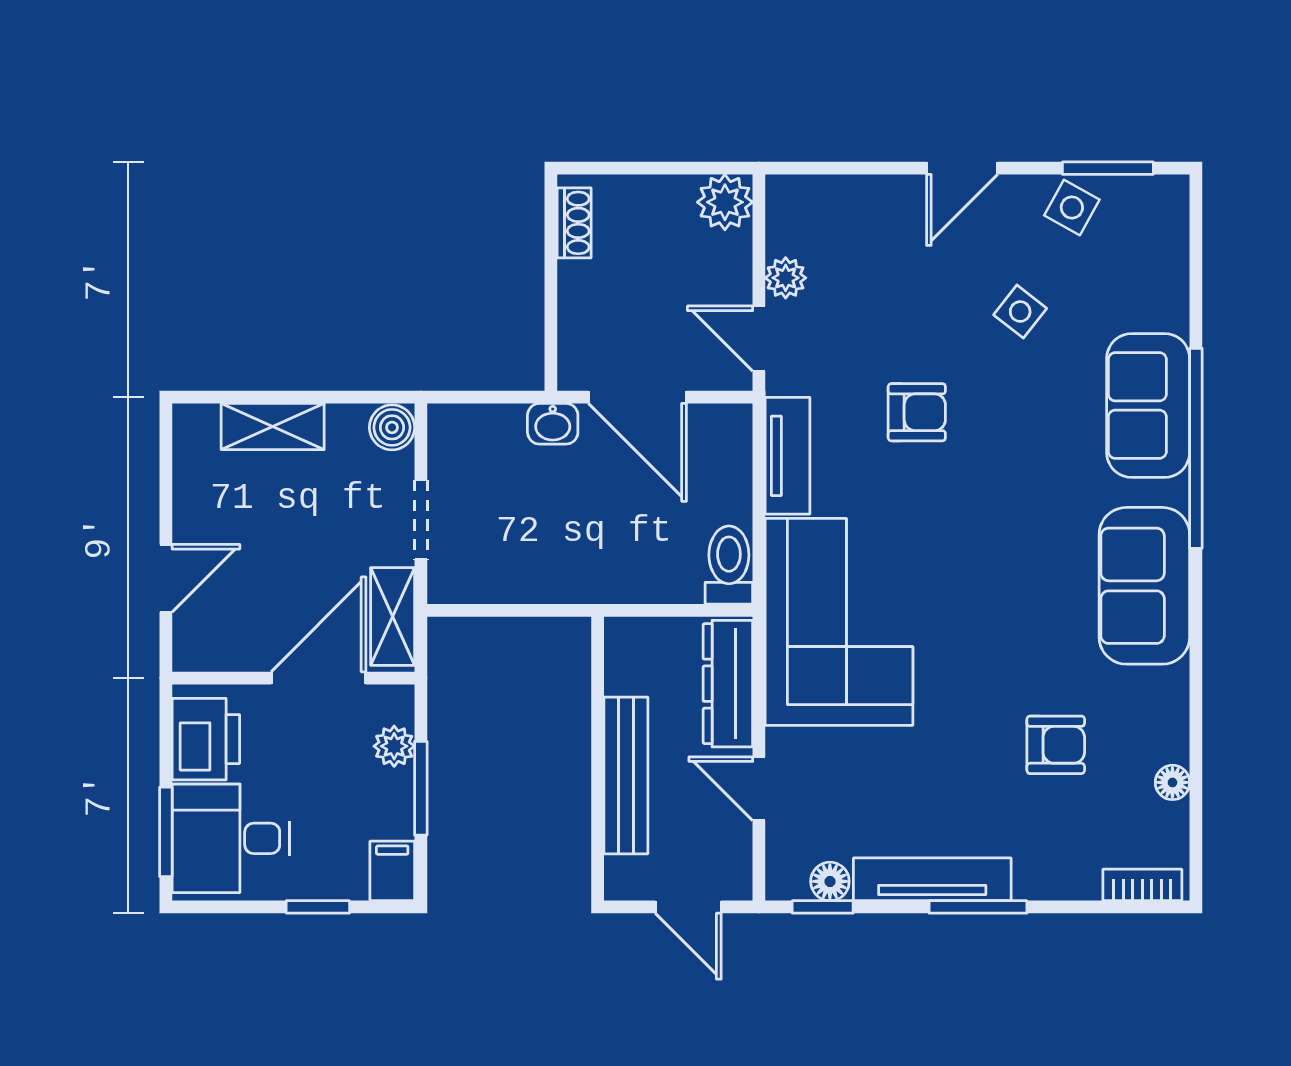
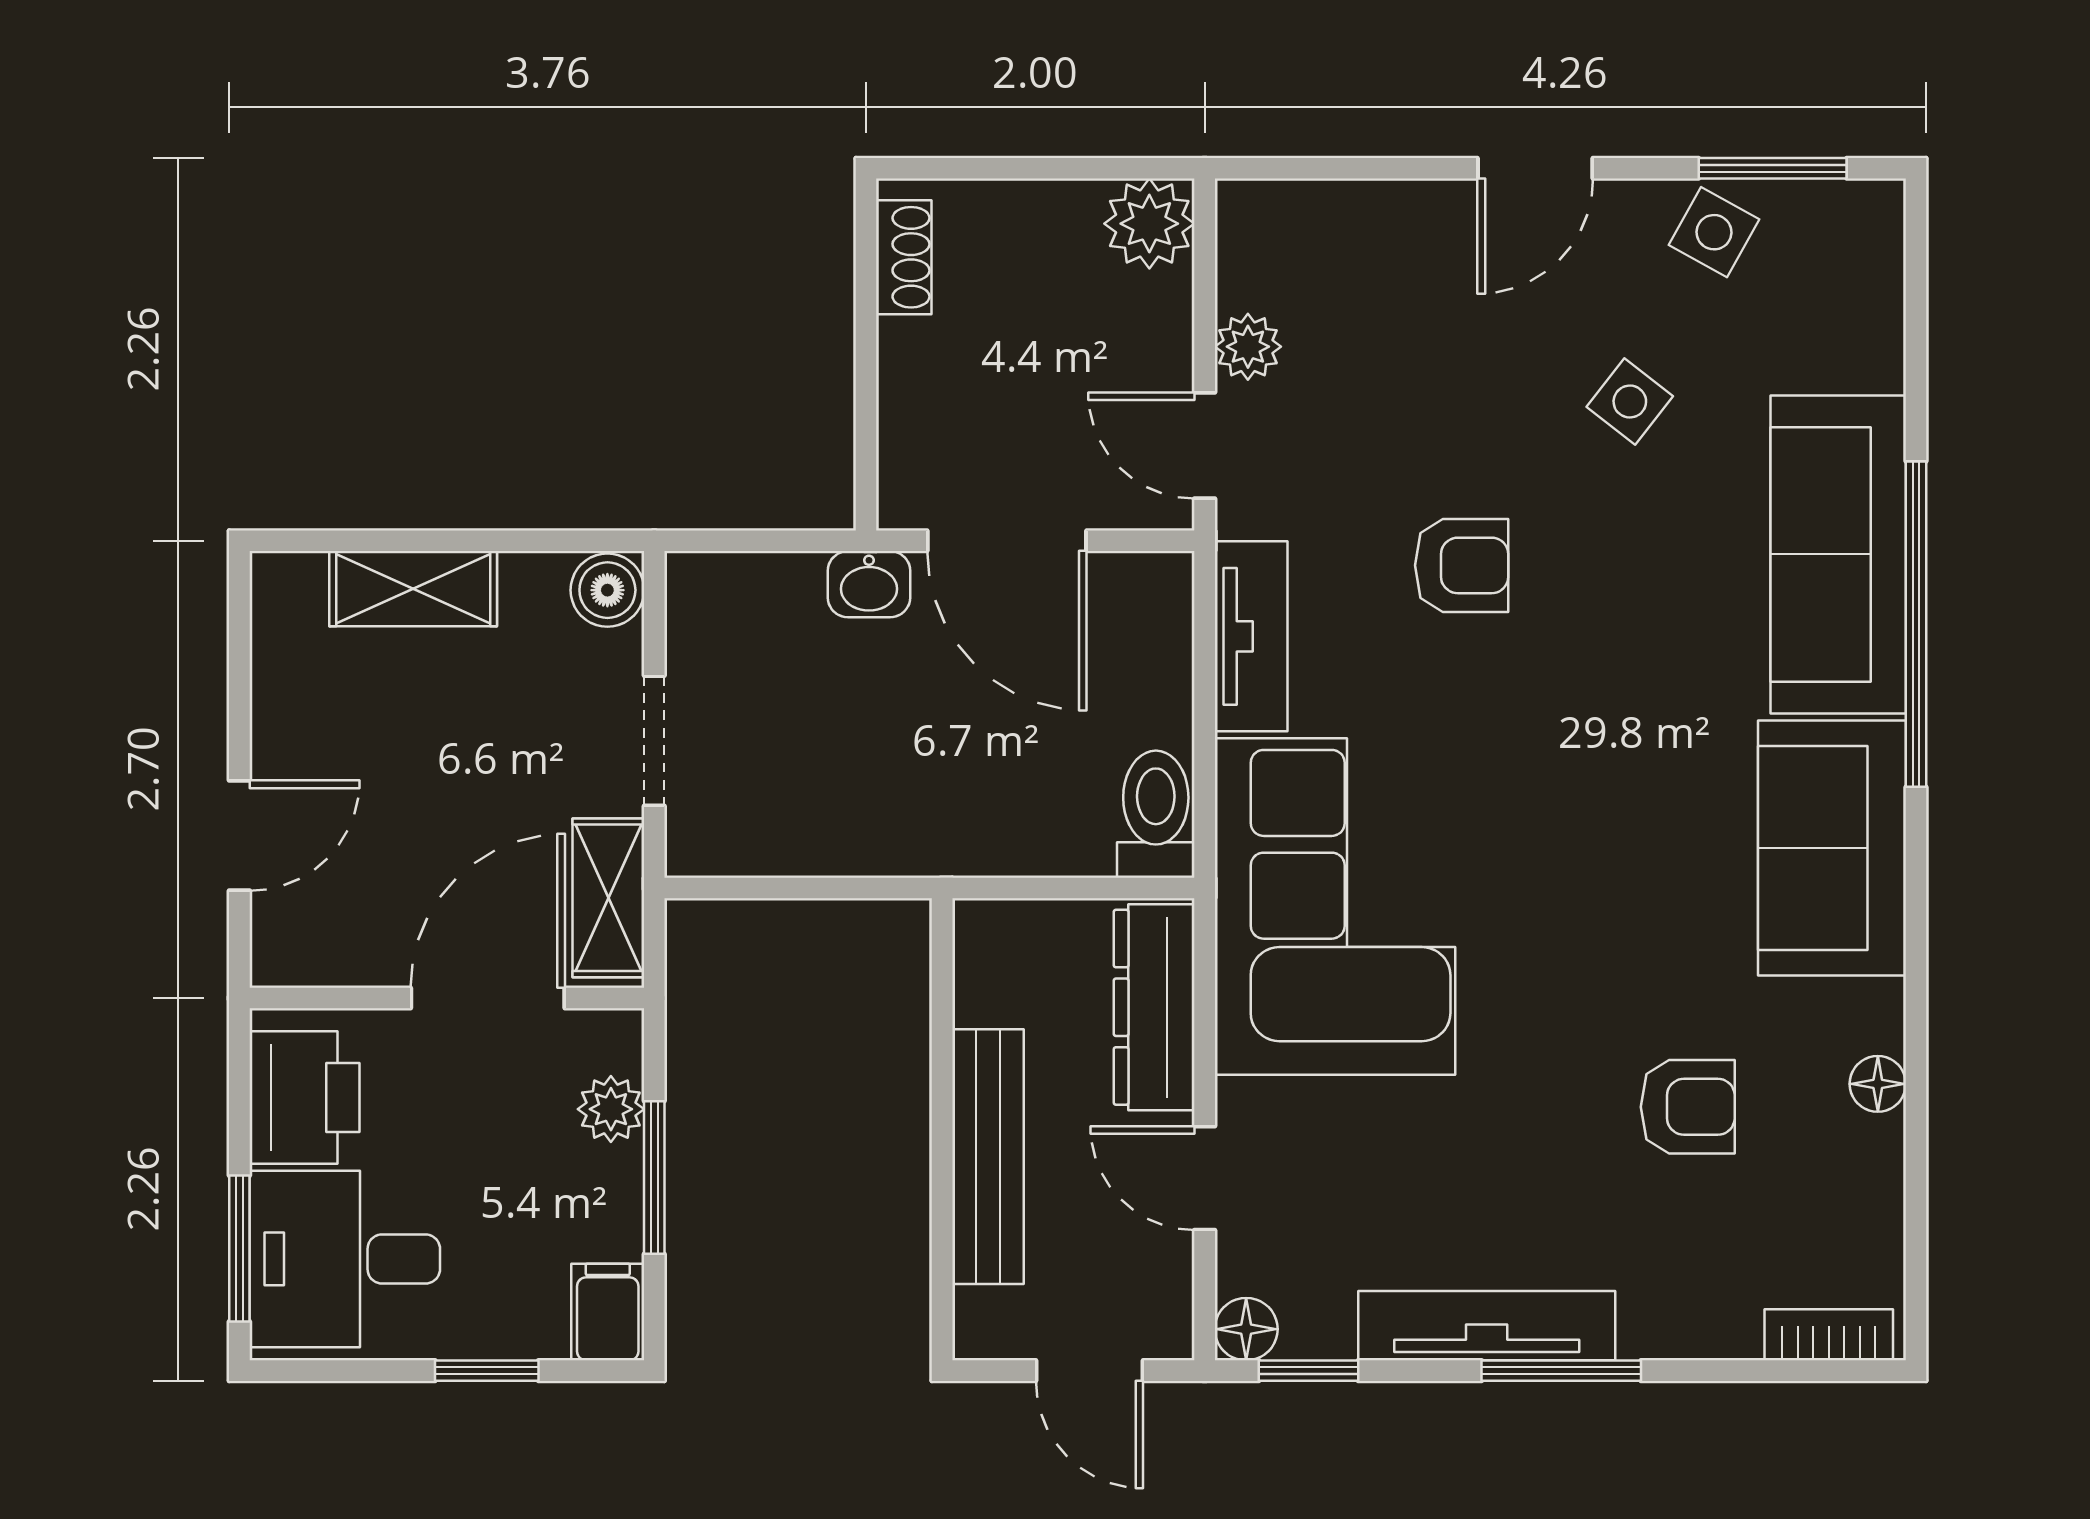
sofa: (1148, 405) -> (1838, 554), width x1.36
floor lamp: (1172, 782) -> (1878, 1084), moved
floor lamp: (830, 881) -> (1246, 1329), moved

